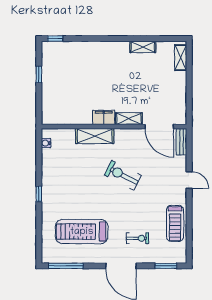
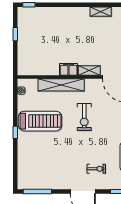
shelving: (95, 136) -> (61, 85), width x1.47
exercise bike: (123, 175) -> (84, 117), turned -117
treadmill: (82, 232) -> (40, 121), moved, turned 180

